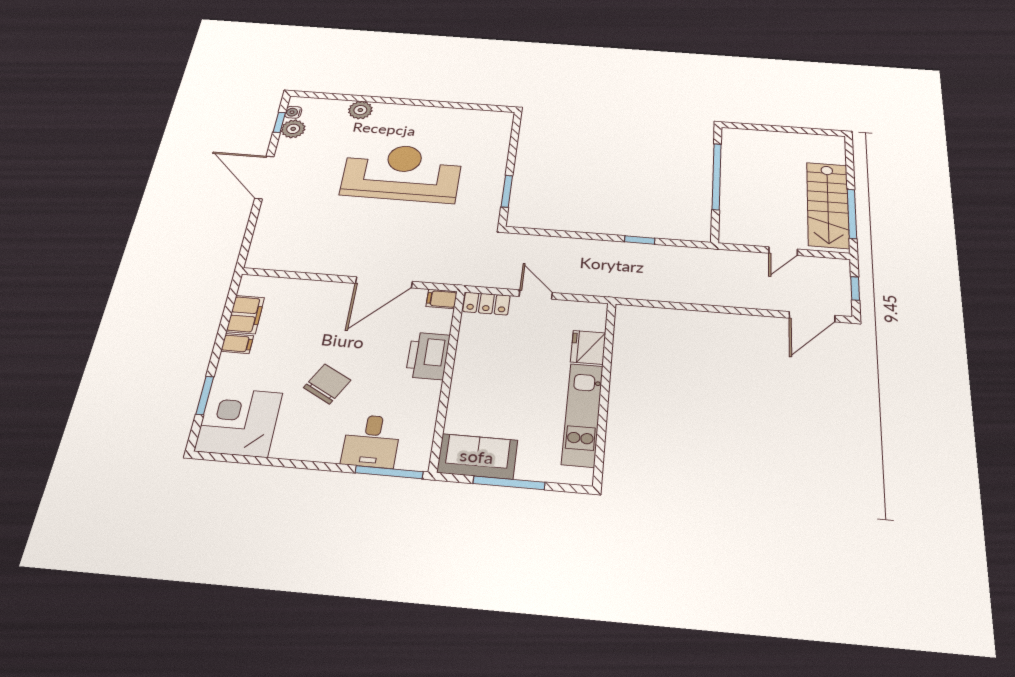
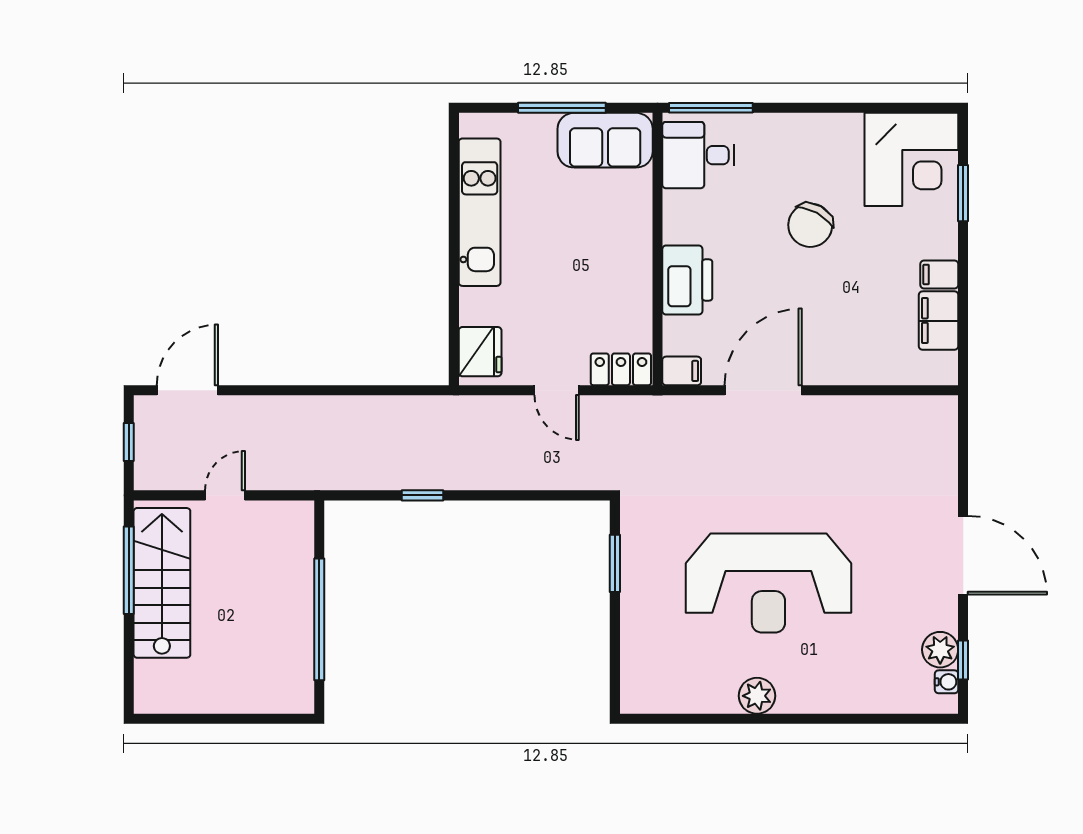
plant: (360, 110) -> (757, 696), moved
fridge: (588, 347) -> (480, 352), moved
desk: (371, 441) -> (698, 155), moved, turned -90

